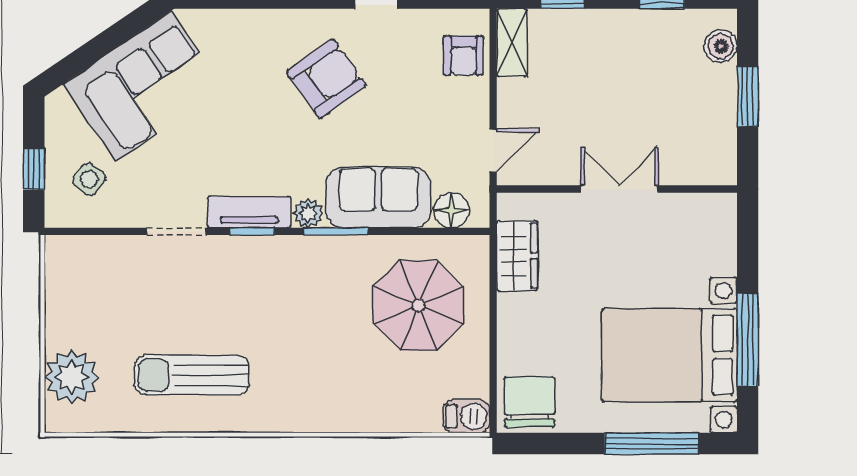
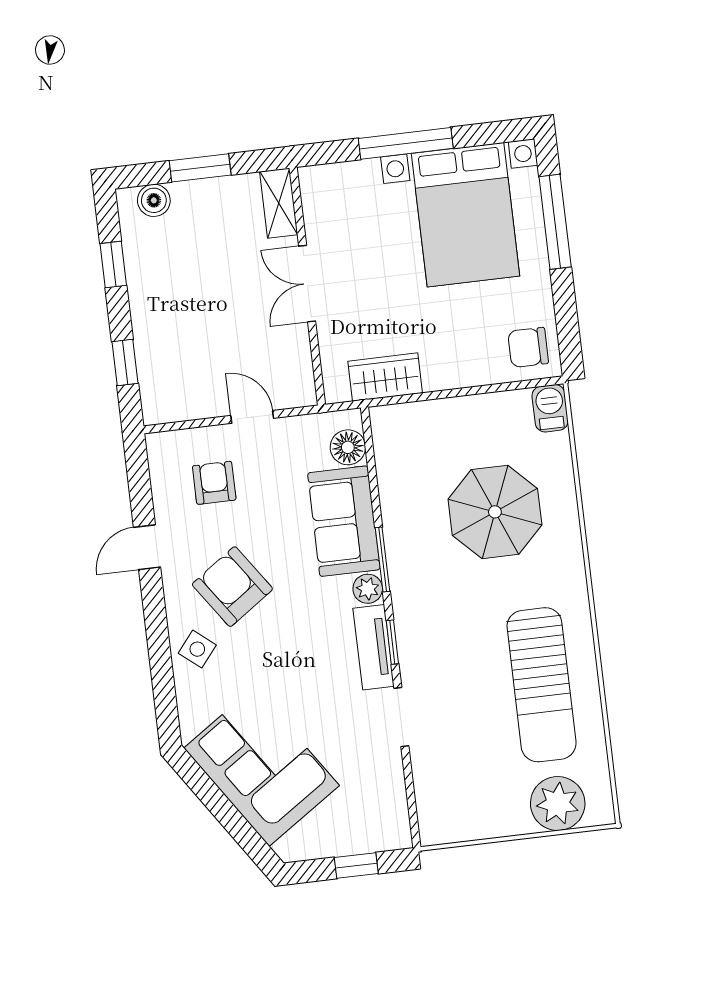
shelving: (512, 43) -> (279, 203), moved, turned 90
armchair: (463, 55) -> (214, 483), moved, turned -90
door: (493, 150) -> (252, 417), moved
side table: (89, 179) -> (197, 649), moved
parasol: (418, 305) -> (495, 512), moved
window: (748, 340) -> (406, 143), moved
sun lounger: (192, 375) -> (542, 685), width x1.36, depth x1.34
chair: (530, 402) -> (528, 347), width x0.73, depth x0.73

